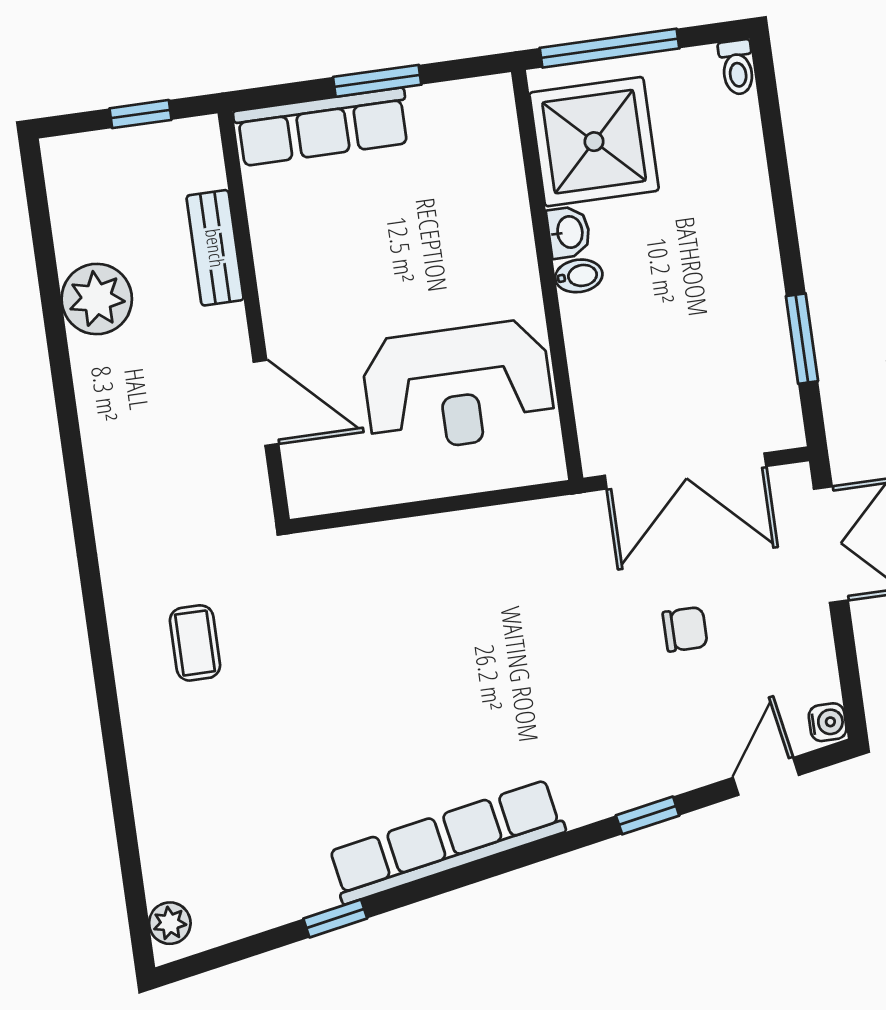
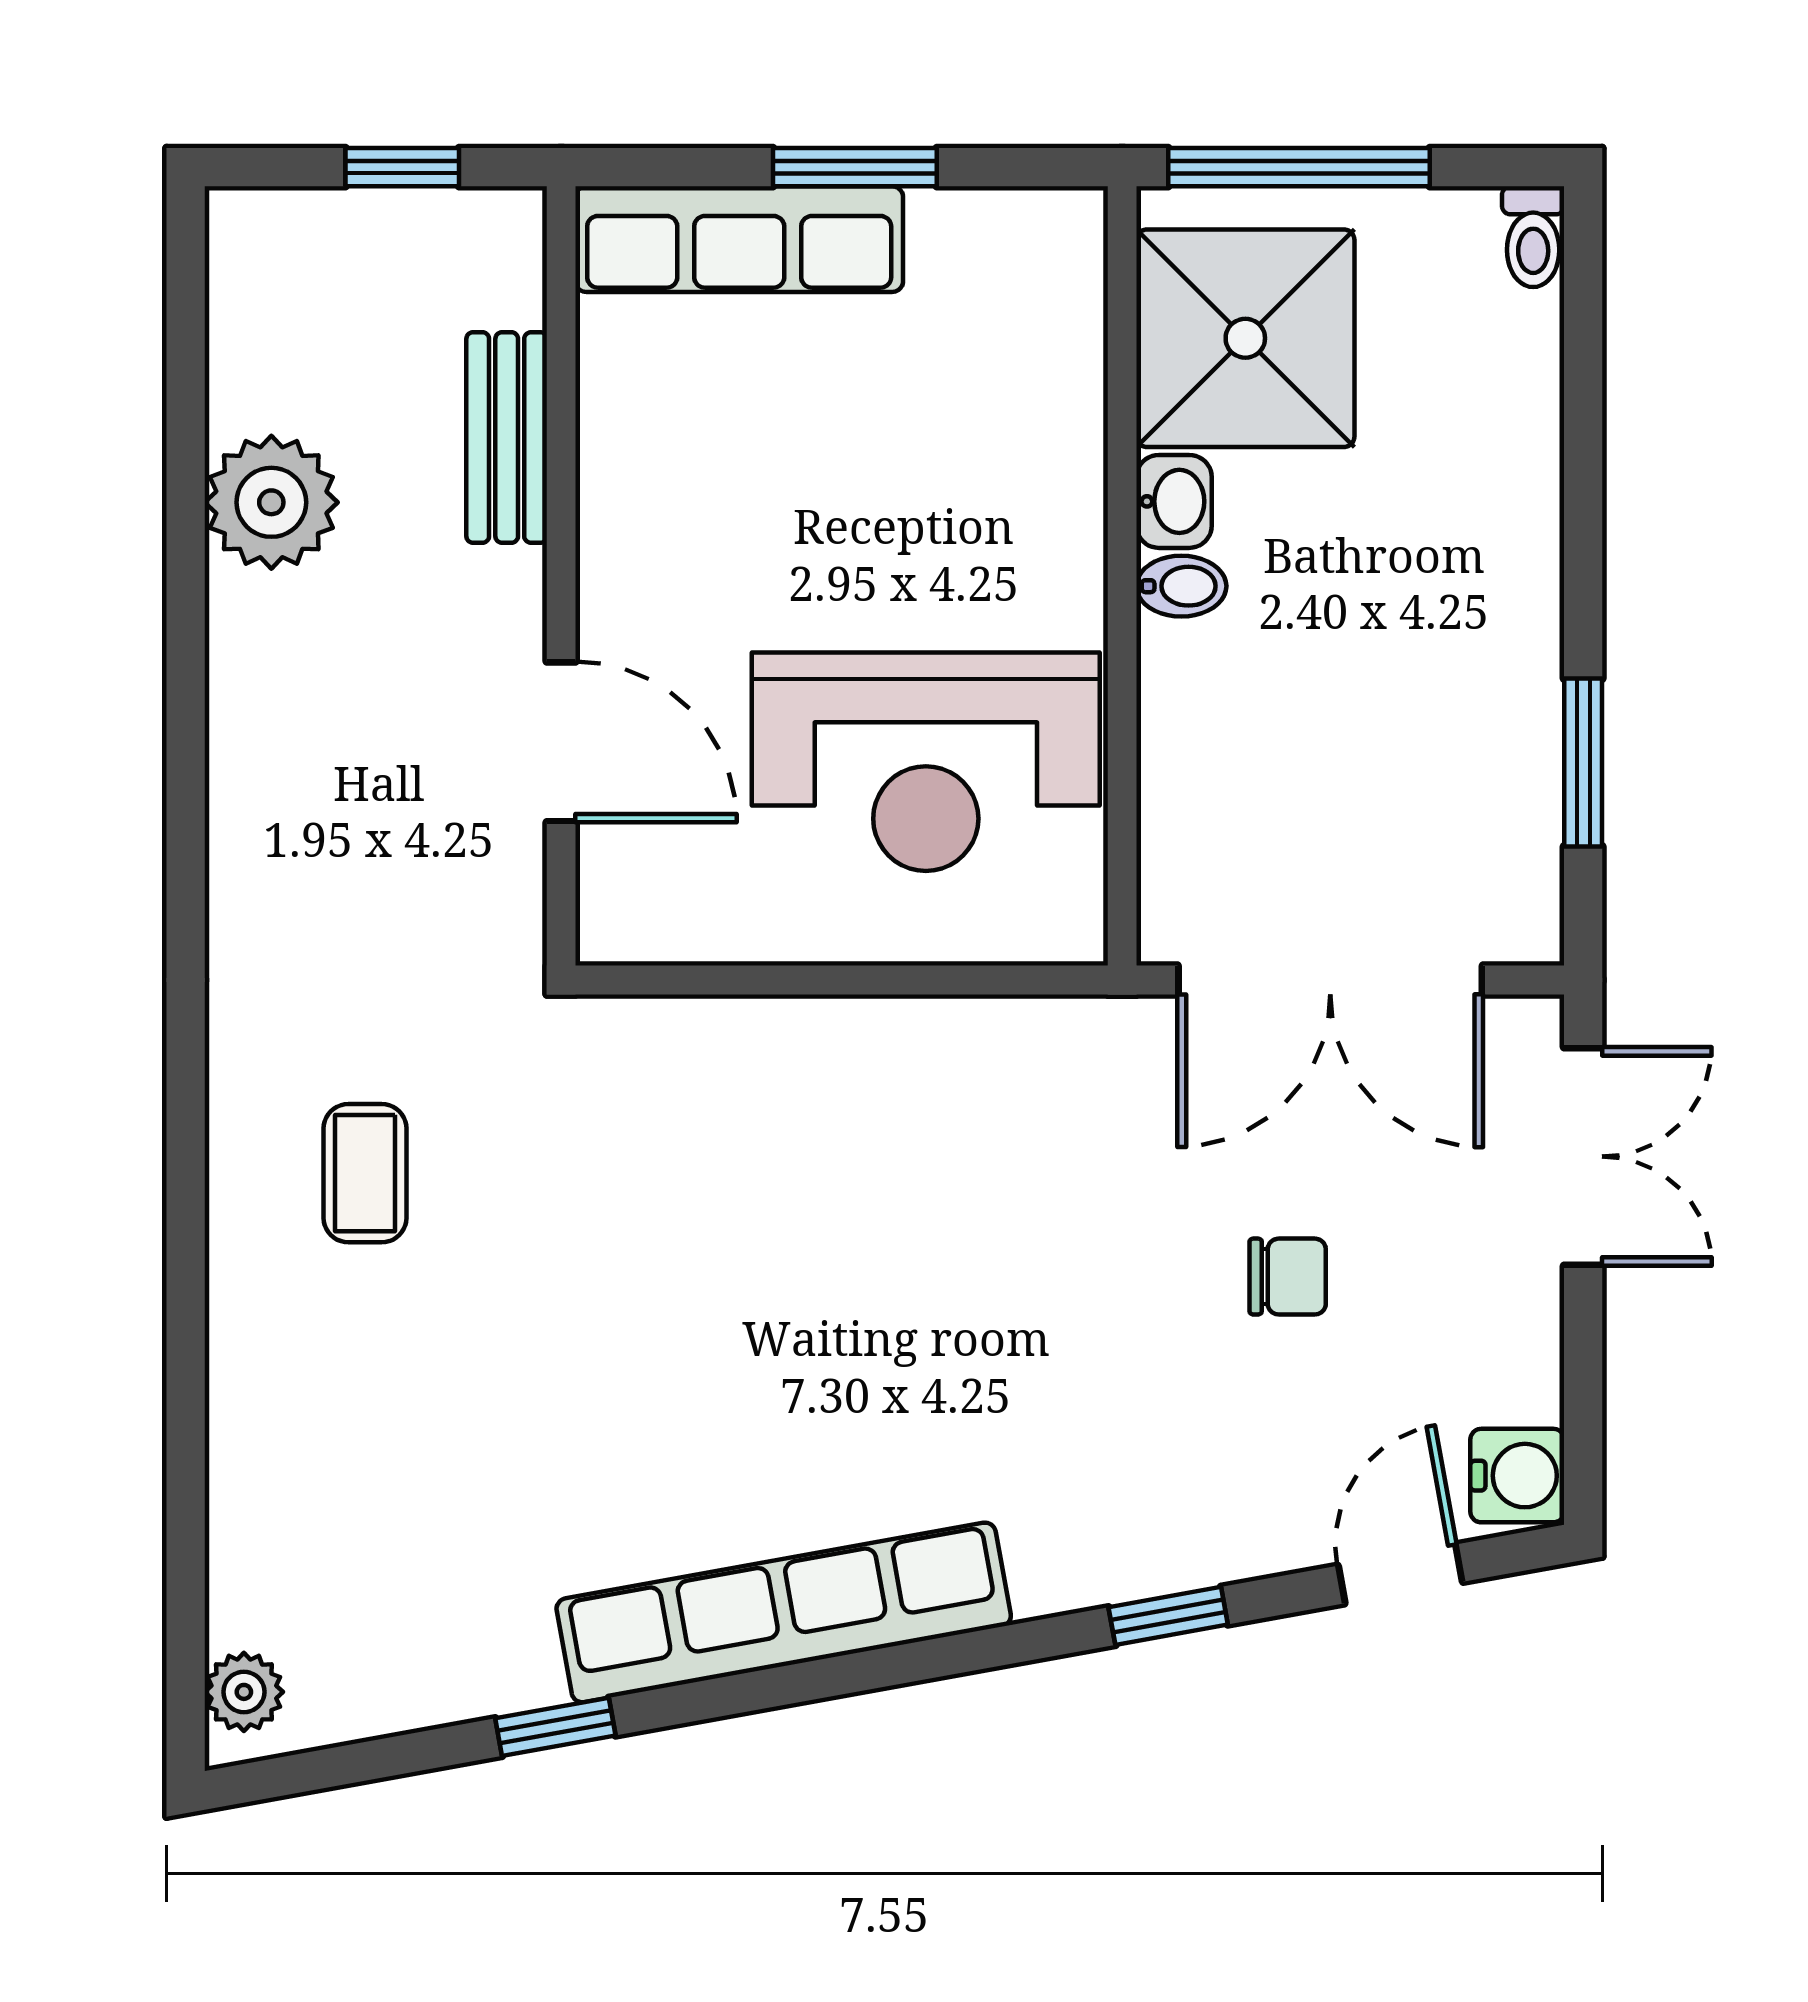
water cooler: (828, 722) -> (1517, 1476), width x1.38, depth x1.38

